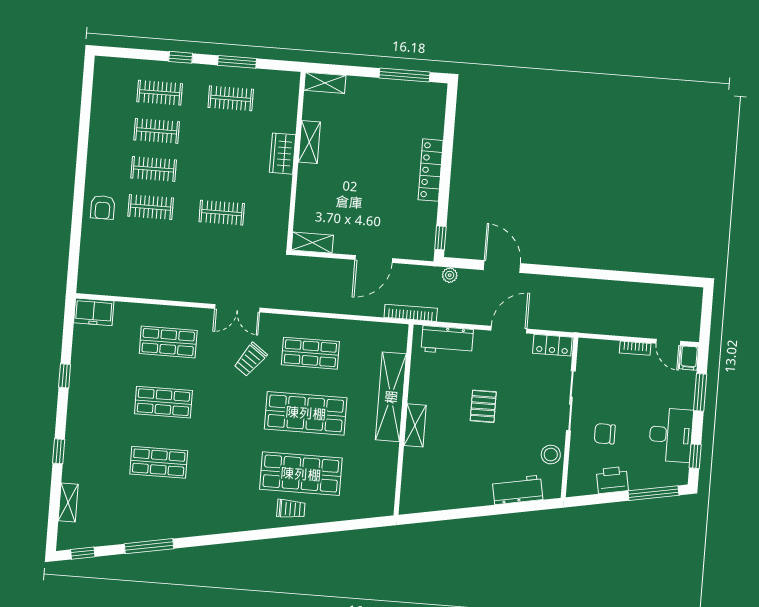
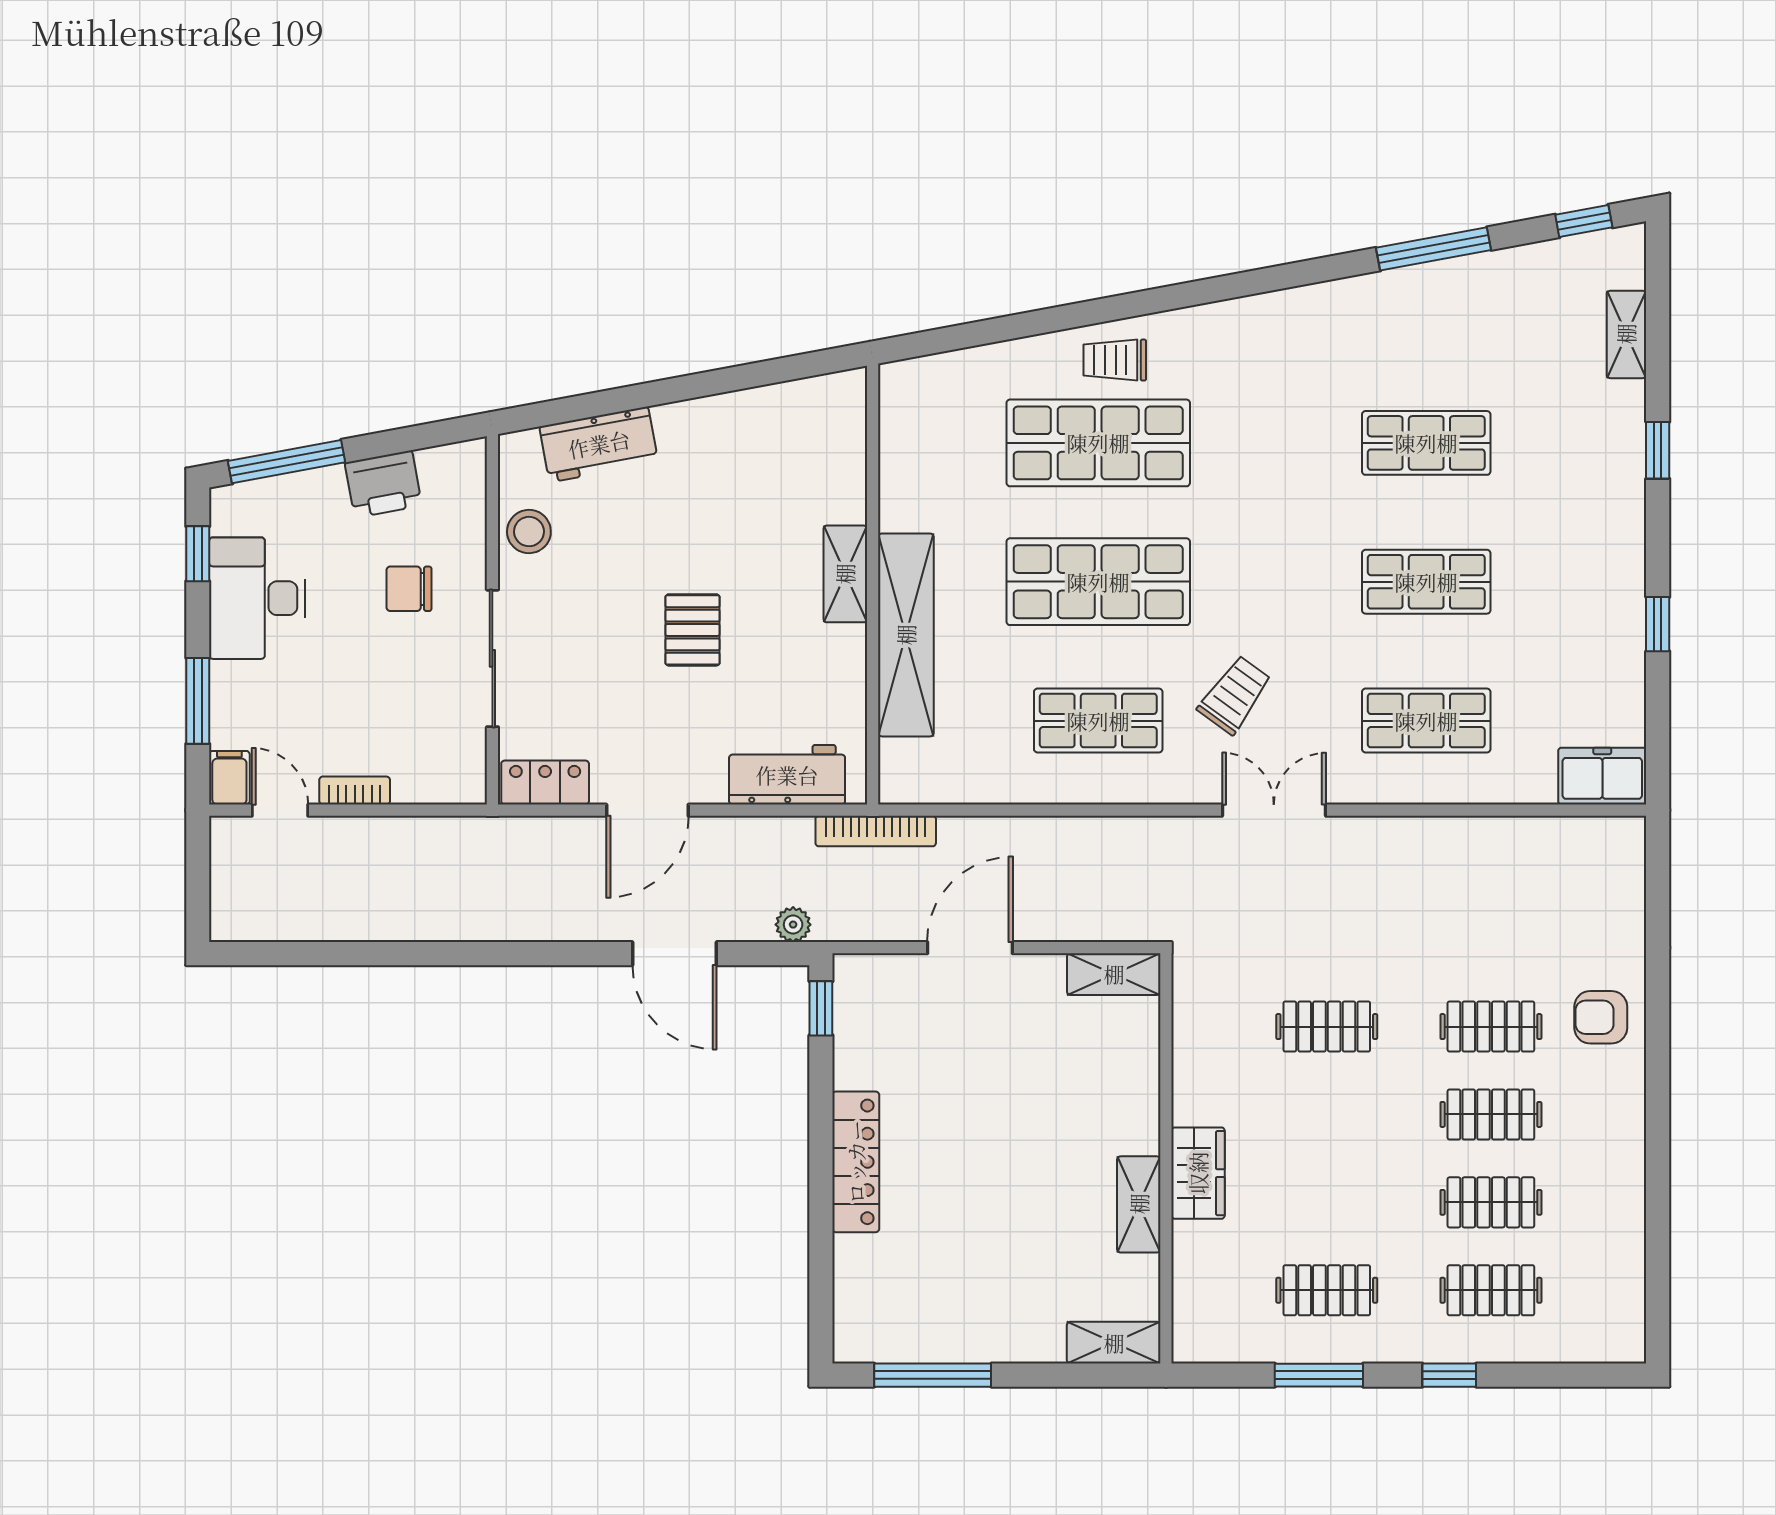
armchair: (103, 207) -> (1601, 1017), turned -90
chair: (605, 434) -> (409, 589), turned 180

